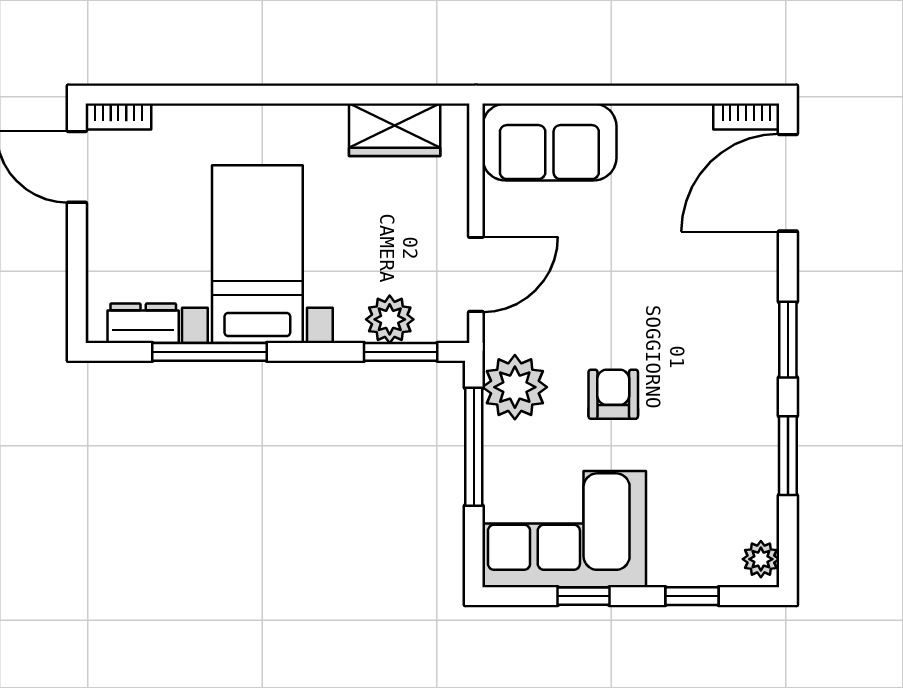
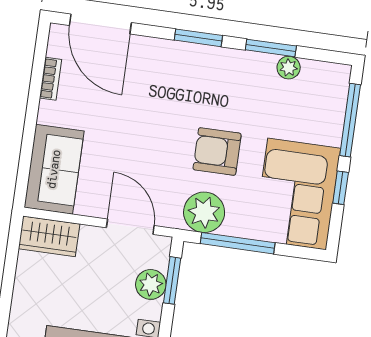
bookcase: (746, 116) -> (51, 79), moved
wardrobe: (395, 130) -> (49, 236), moved, turned 90
armchair: (613, 394) -> (217, 151), width x1.38, depth x1.38
plant: (761, 559) -> (289, 68), moved
window: (692, 596) -> (350, 120), width x2.17

